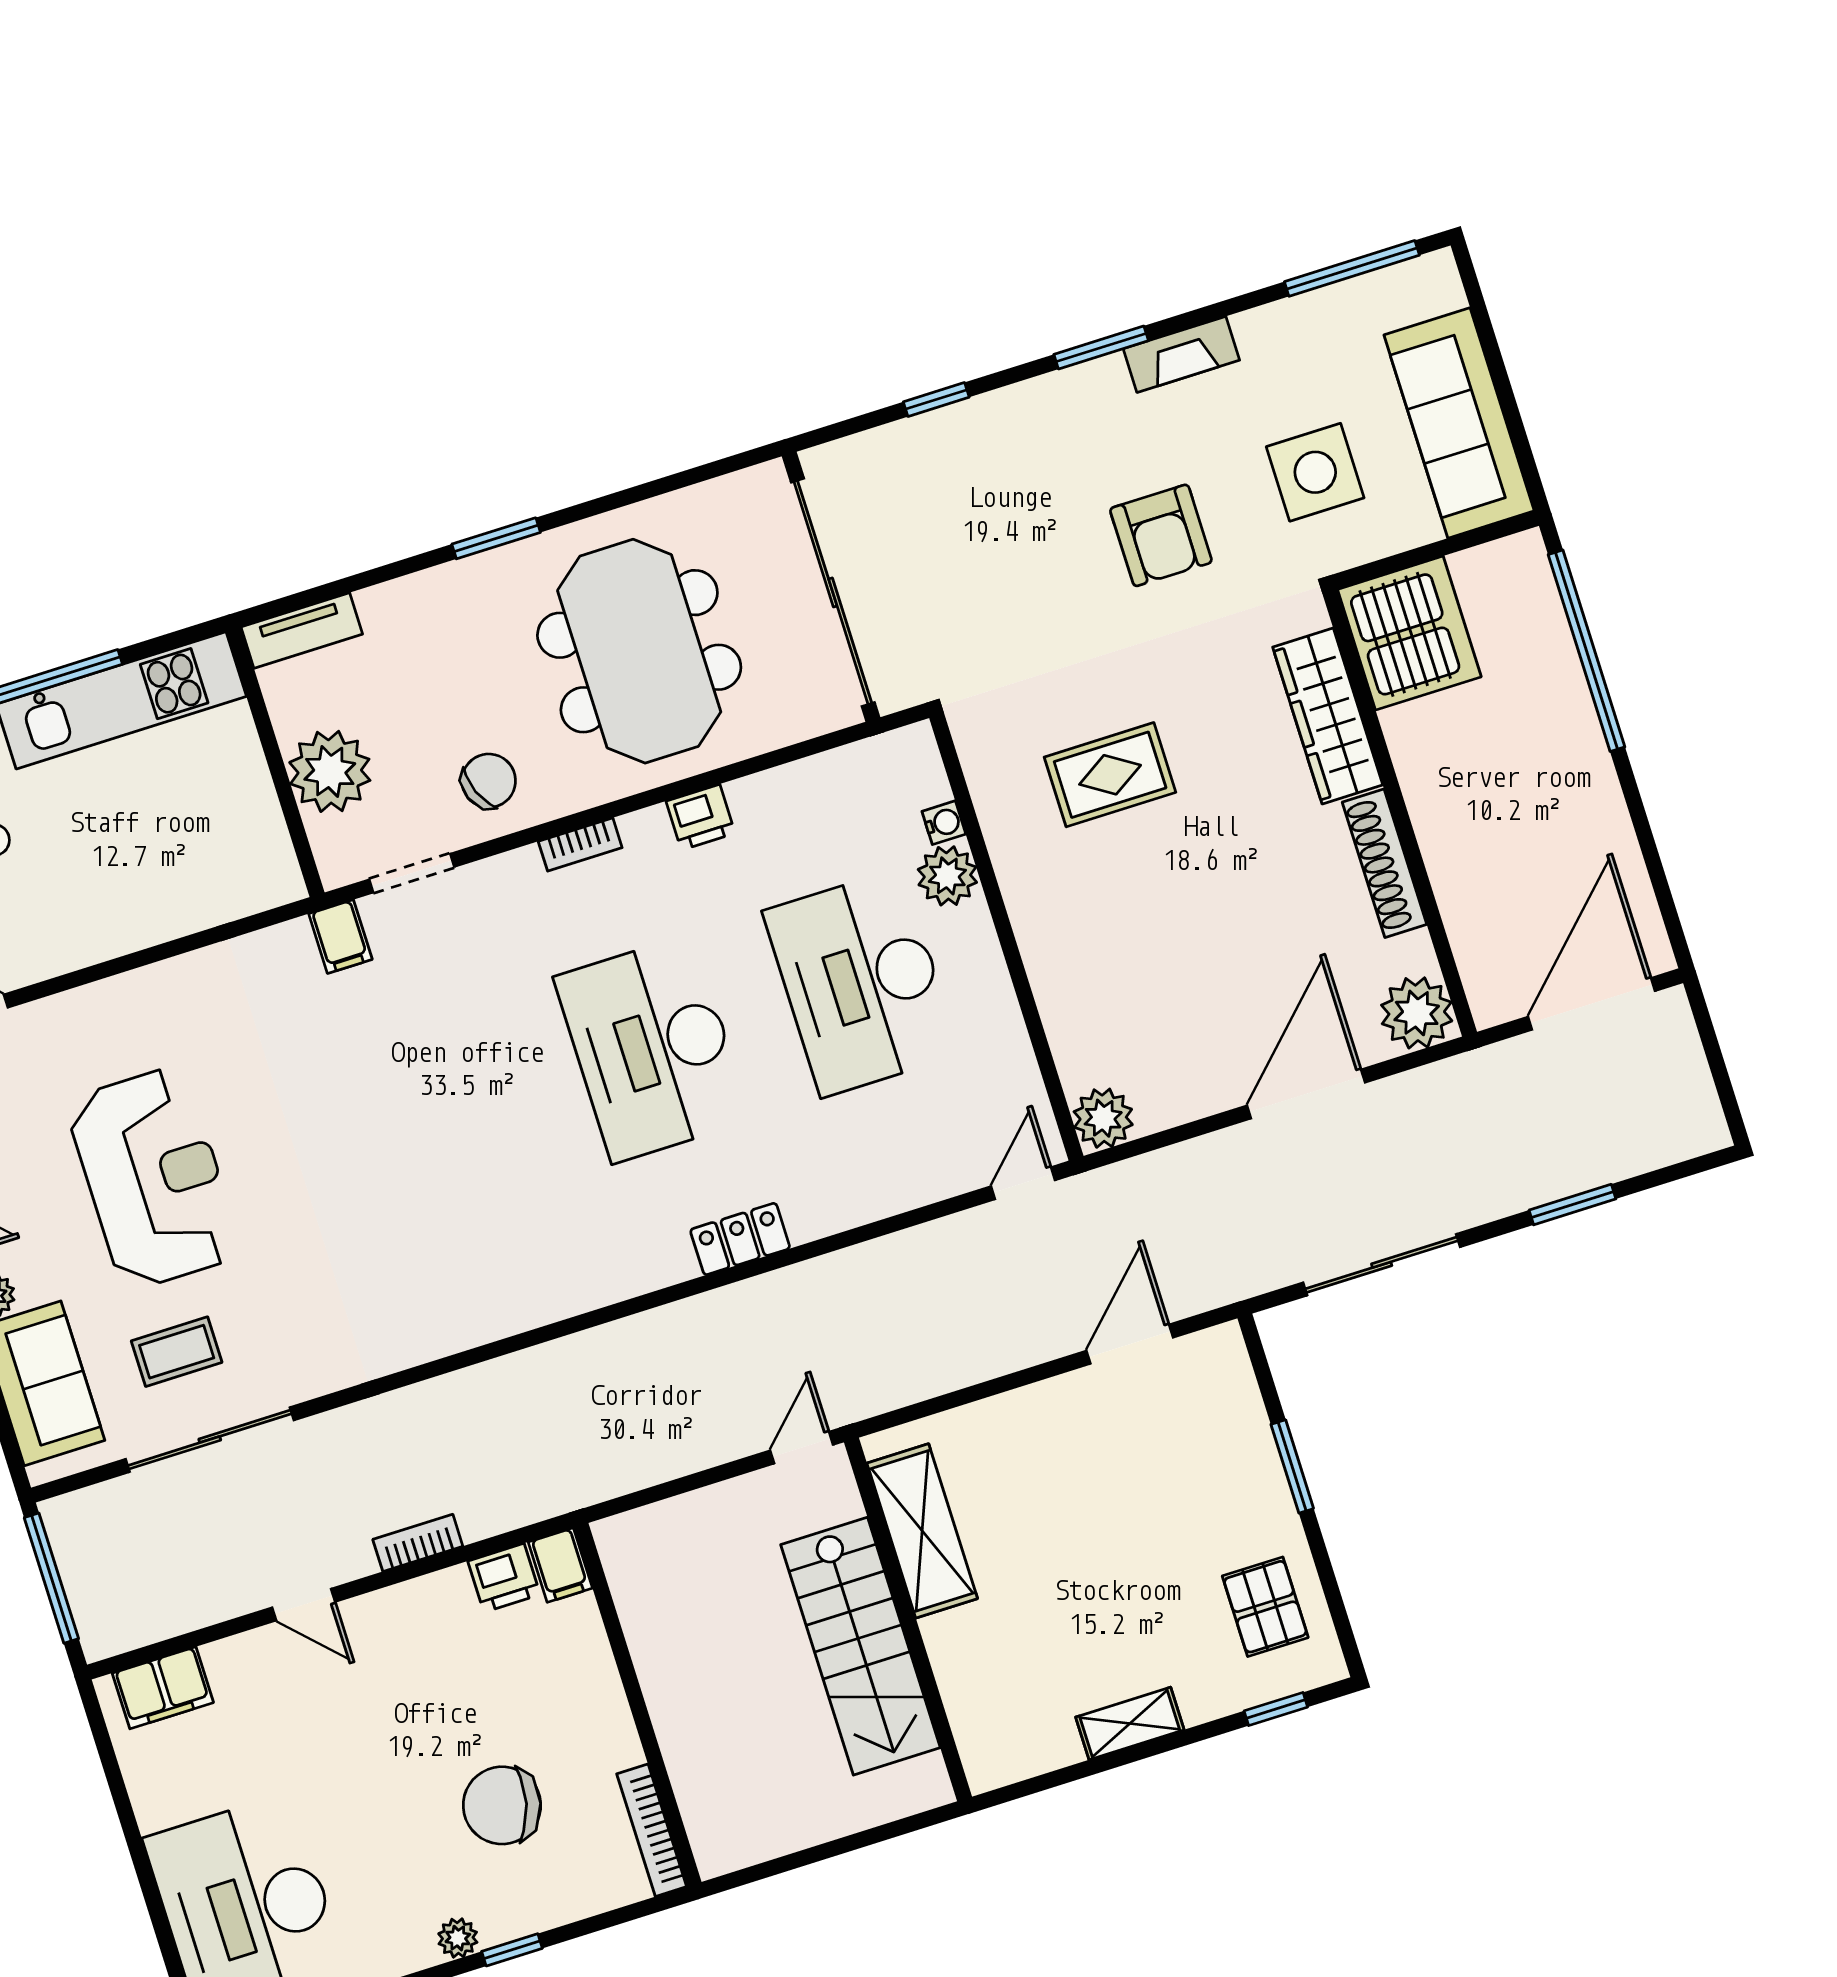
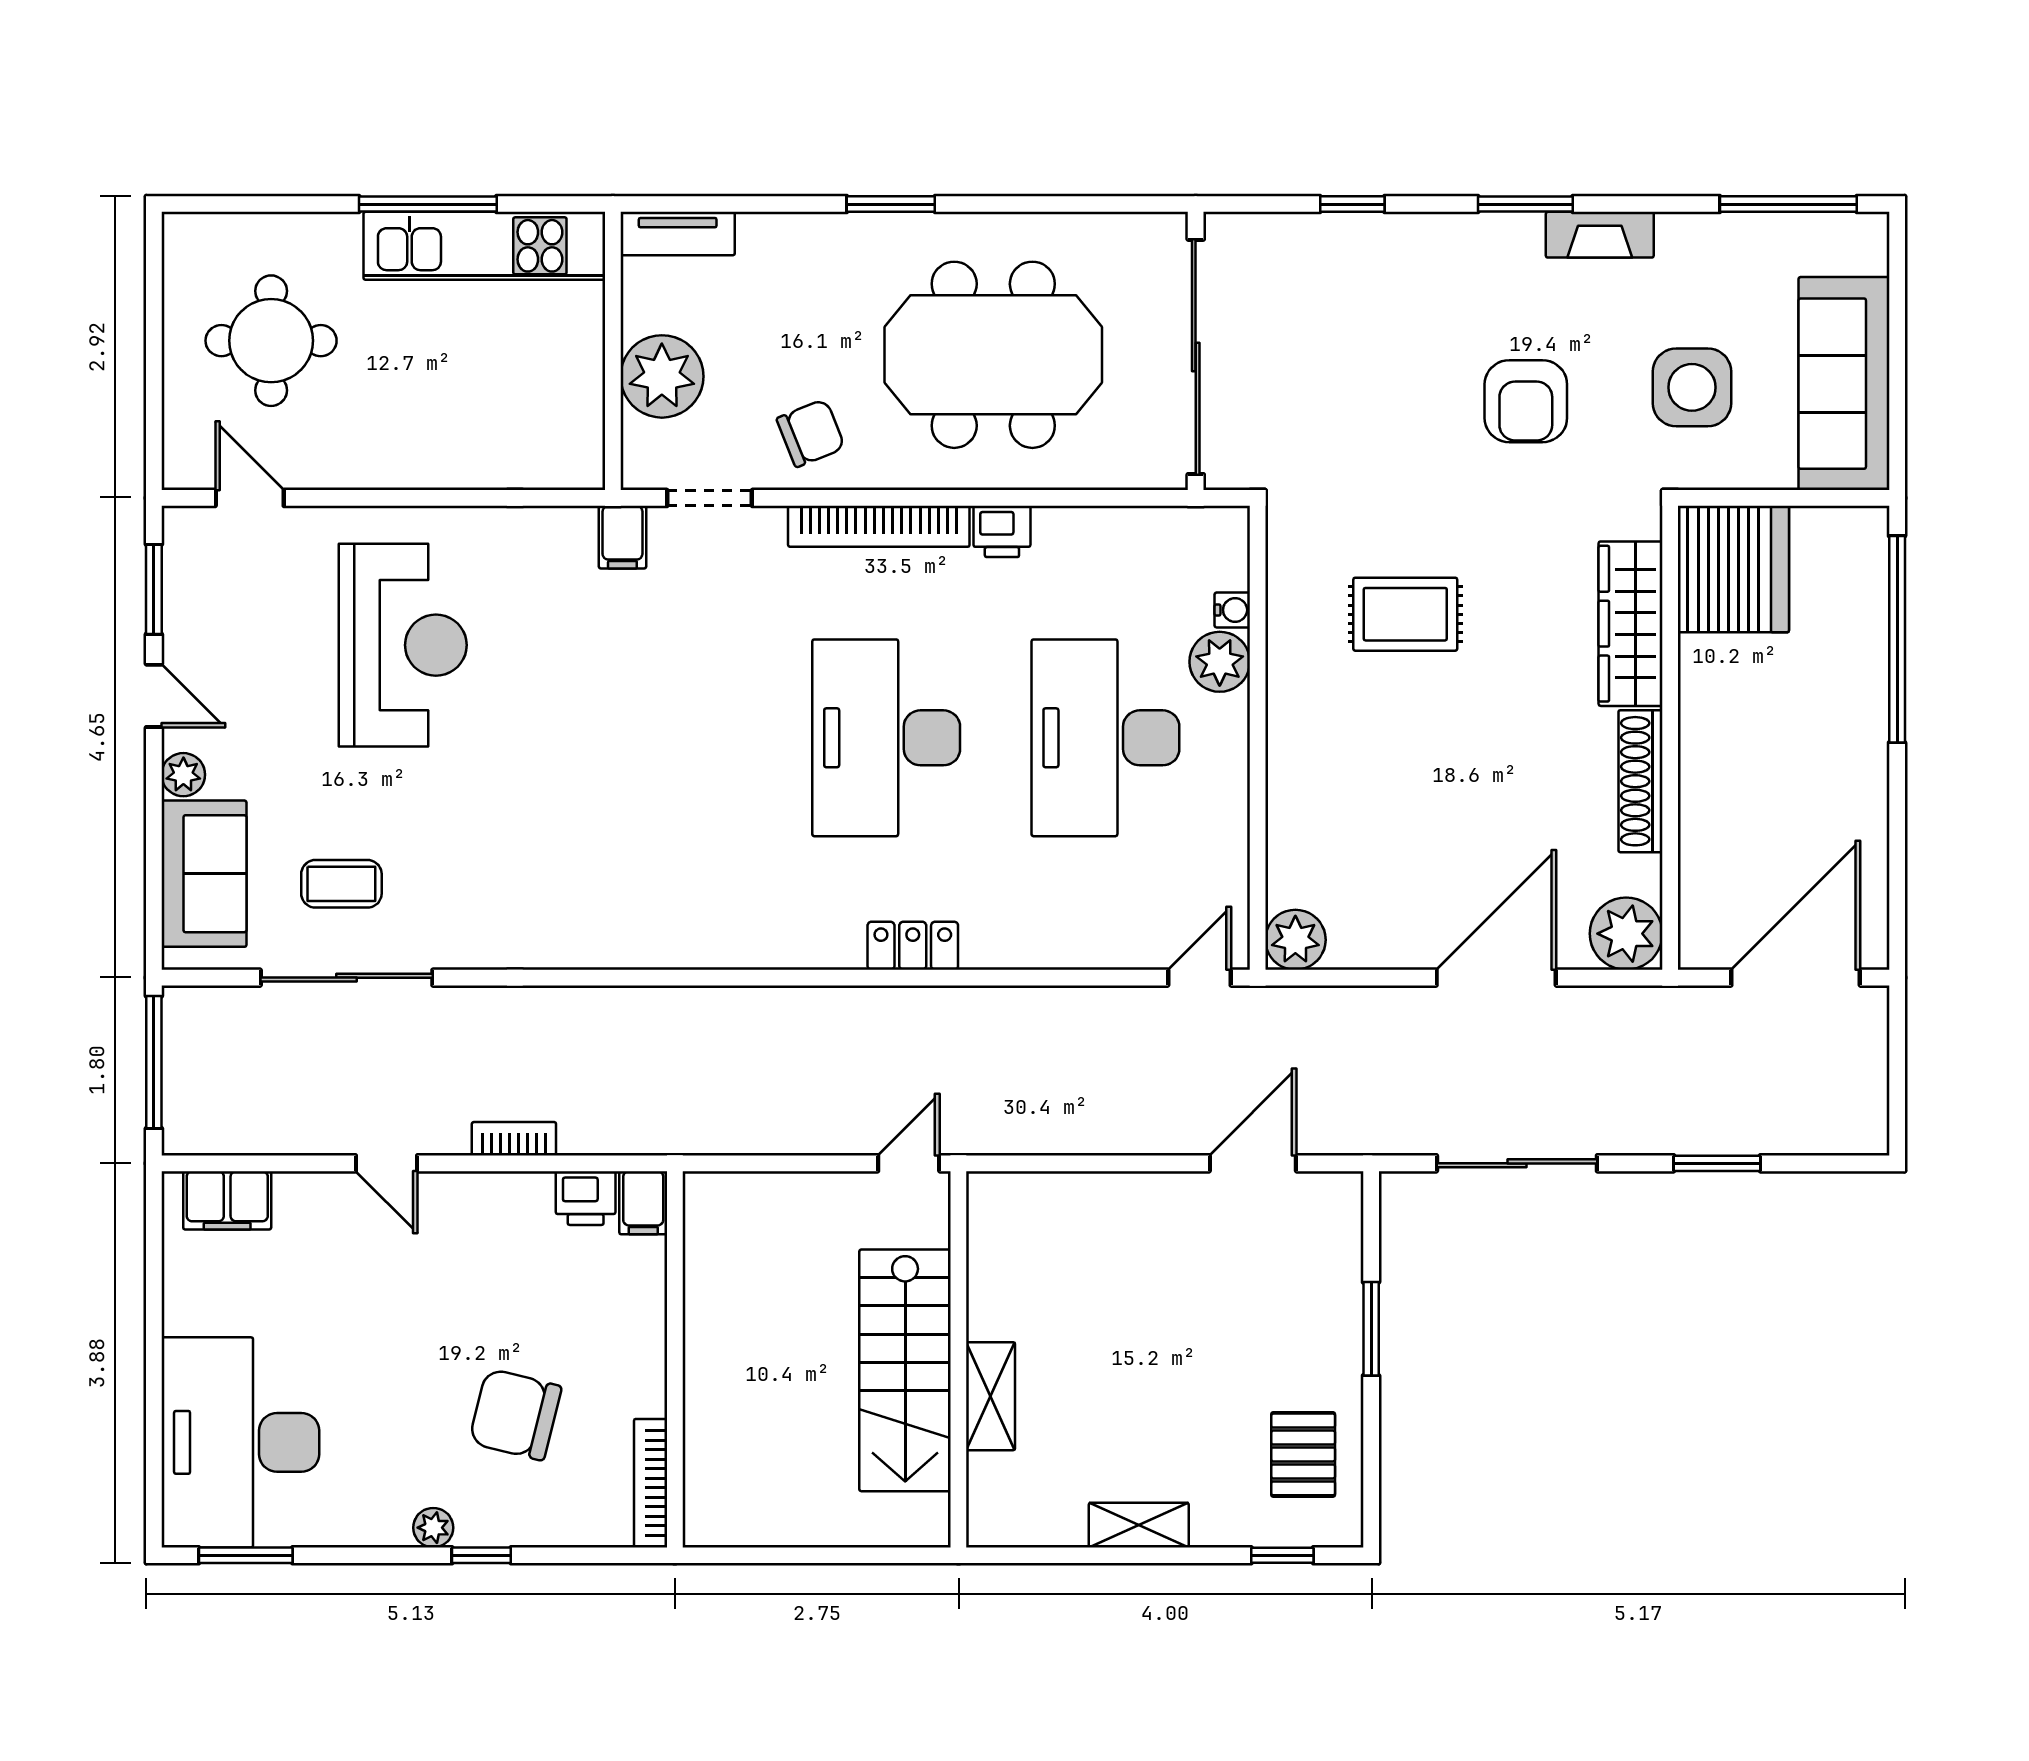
meeting table: (639, 651) -> (993, 355), turned 90
bookcase: (580, 845) -> (879, 526), width x2.31, depth x1.31
reception desk: (154, 1178) -> (403, 645), moved
shelving: (922, 1531) -> (991, 1396), moved, width x0.67, depth x0.75

